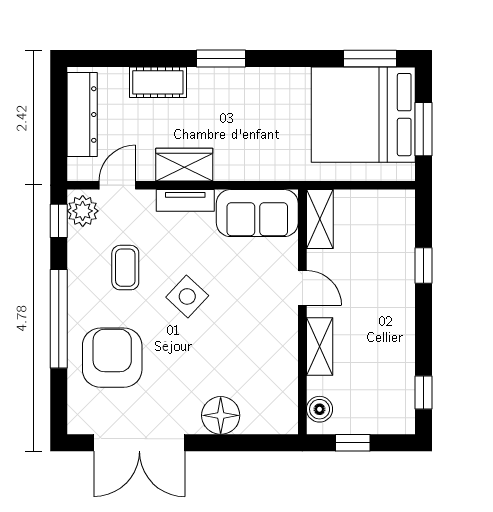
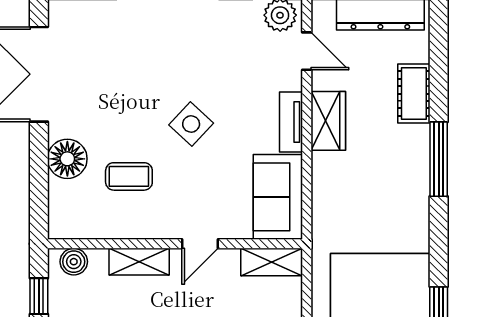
window: (221, 59) -> (439, 159), width x1.44
coffee table: (125, 268) -> (129, 176), moved
armchair: (112, 358) -> (127, 46), removed

